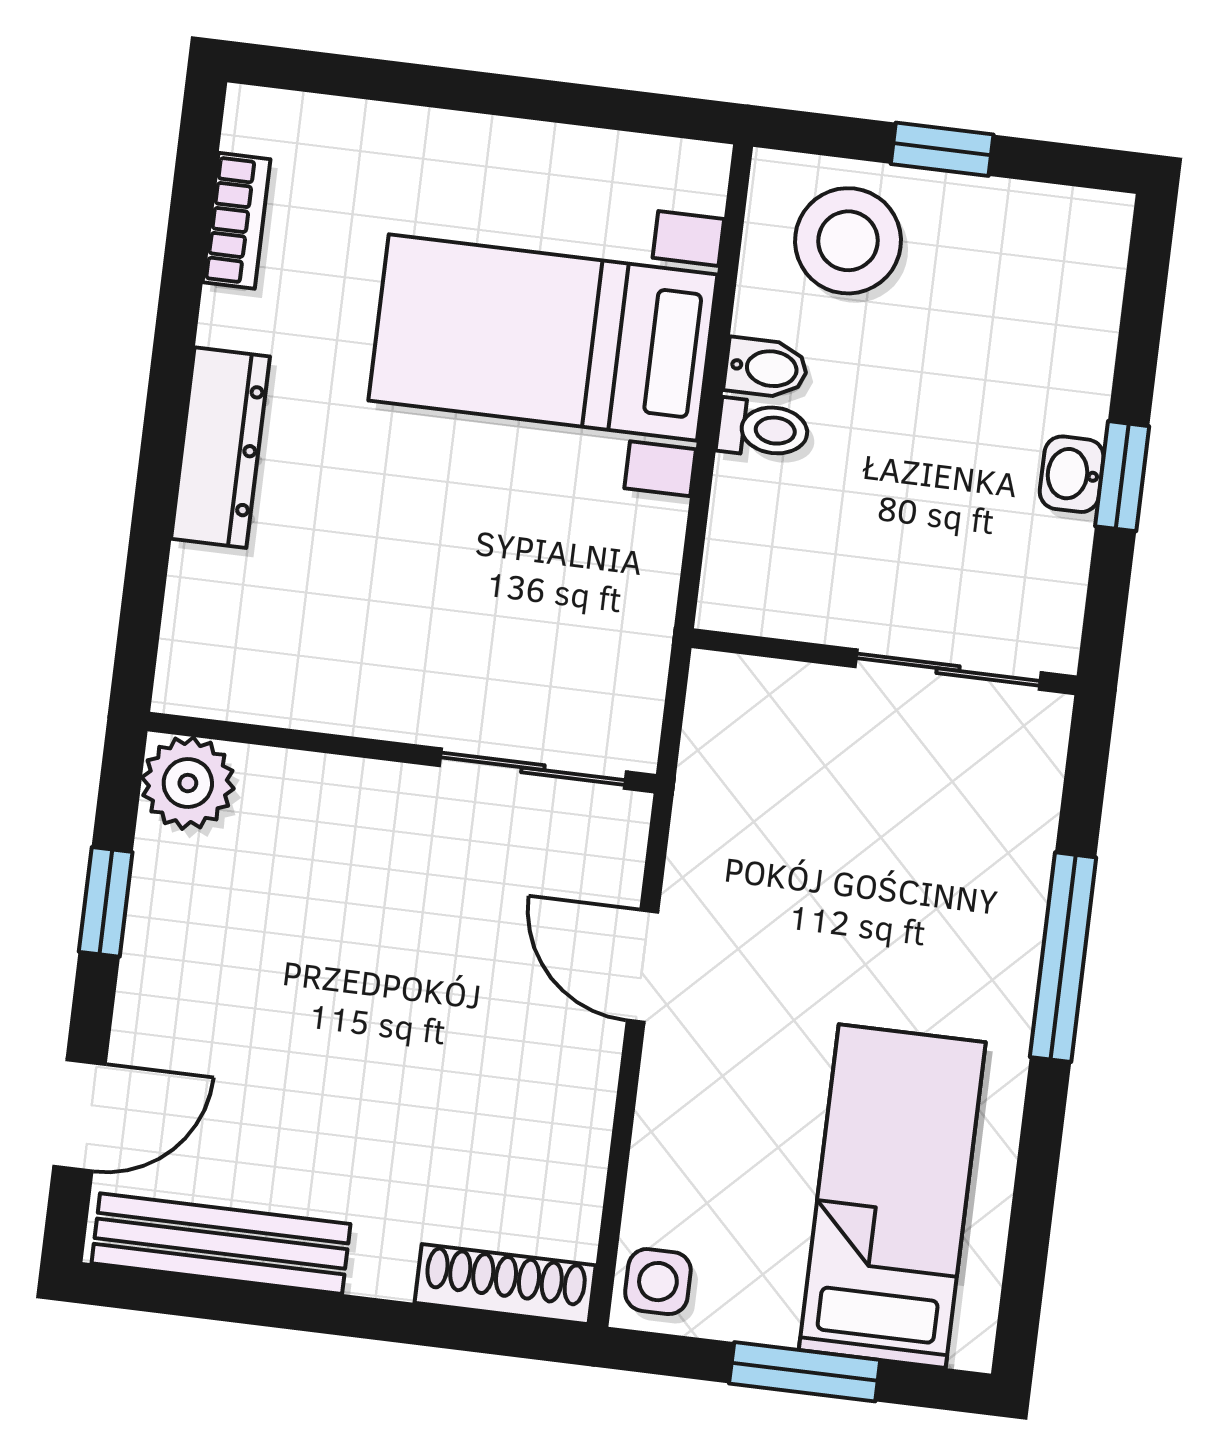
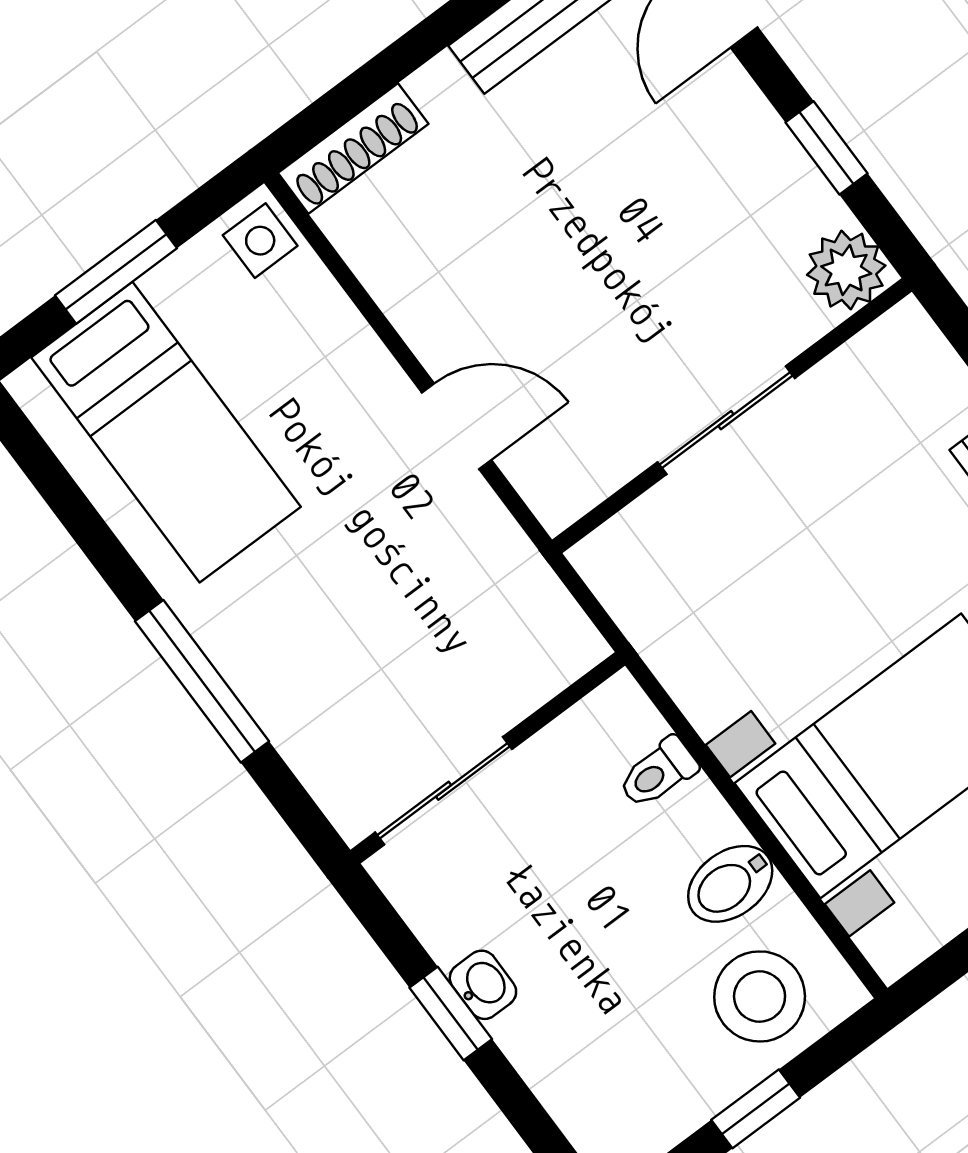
bidet: (766, 368) -> (730, 884), width x1.38, depth x1.36
toilet: (763, 429) -> (658, 773), moved
sliding door: (533, 769) -> (726, 420), moved

